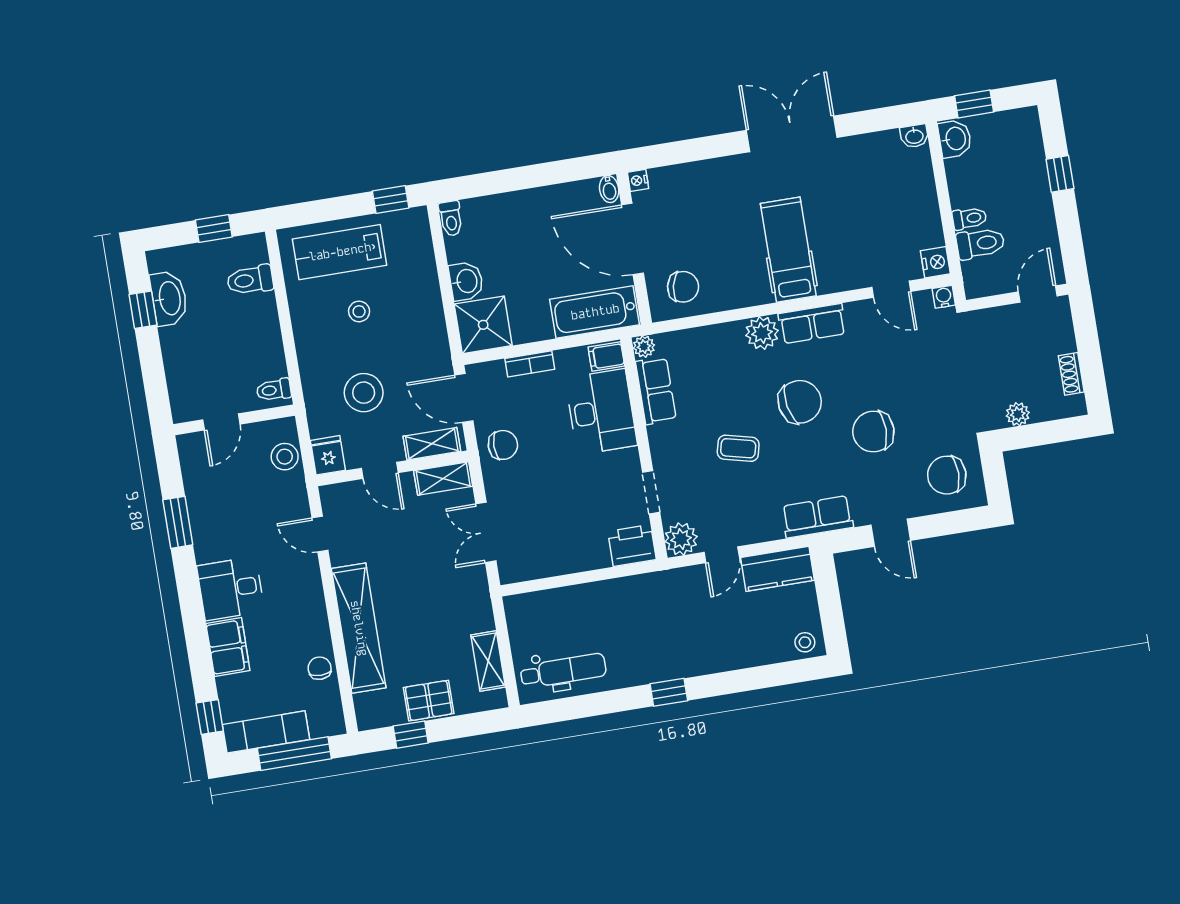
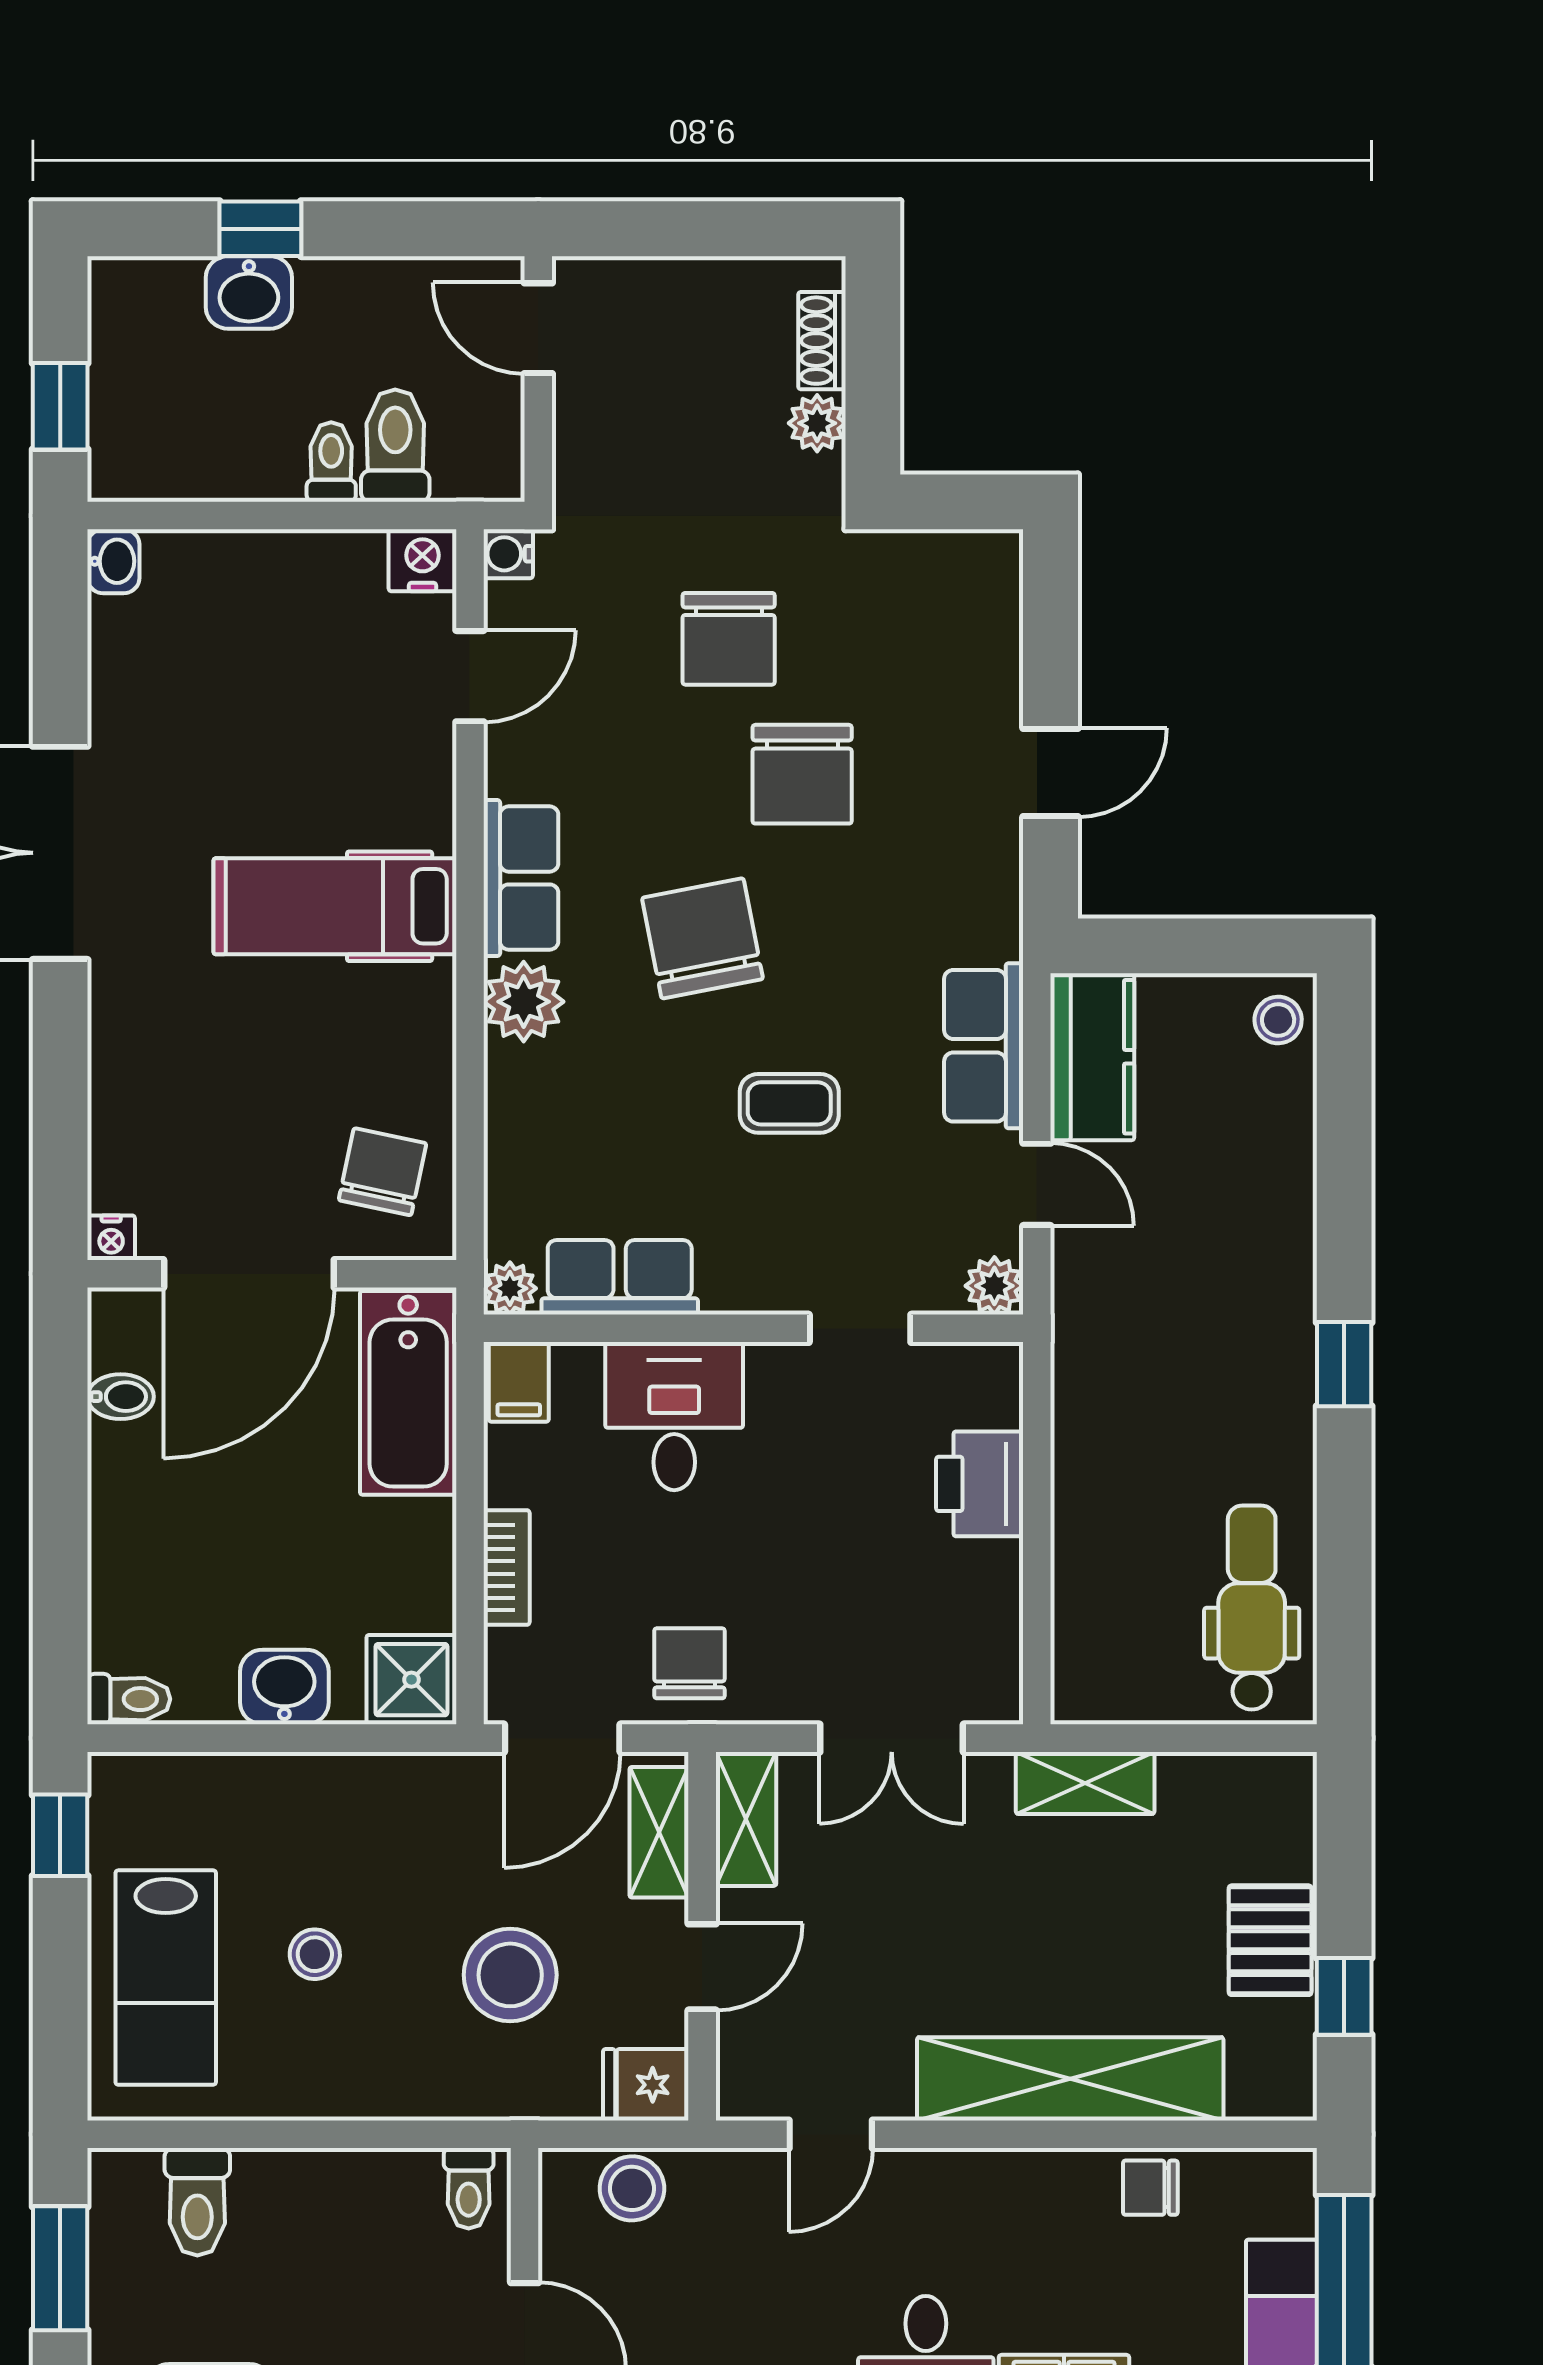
washbasin: (955, 139) -> (249, 292), moved, turned 180
bidet: (609, 189) -> (121, 1397), moved
window: (214, 228) -> (60, 2268), width x1.50
shower: (483, 325) -> (411, 1680), width x0.73, depth x0.73
shoe rack: (1071, 374) -> (822, 341), moved, turned 90
desk: (601, 412) -> (674, 1416), width x0.73
coffee table: (738, 448) -> (789, 1103), turned 76
chair: (947, 475) -> (729, 639), moved
row of seats: (817, 517) -> (984, 1046), moved
plant: (681, 539) -> (994, 1286), width x0.73, depth x0.73
printer: (632, 545) -> (980, 1484), moved
shelving: (488, 661) -> (1085, 1783), moved

